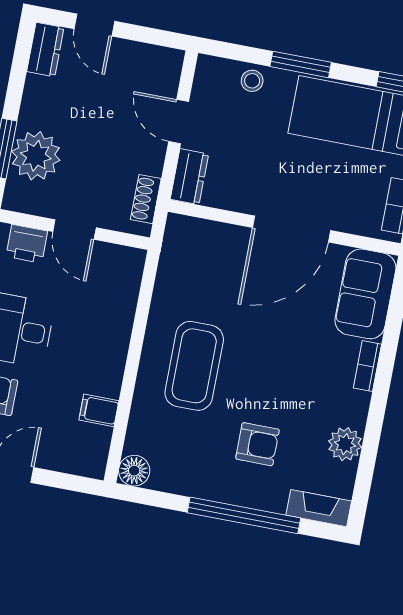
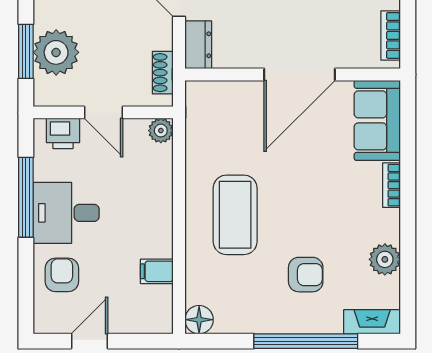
plant: (132, 261) -> (161, 131), added

